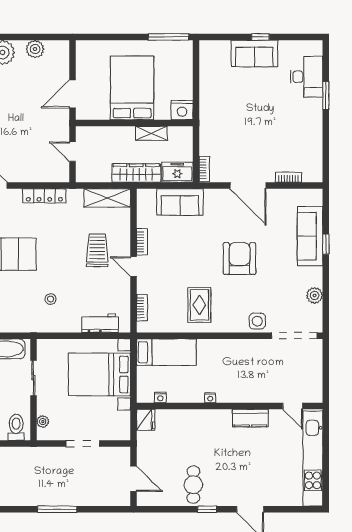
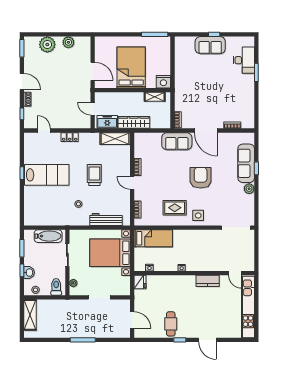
door: (73, 94) -> (93, 71), swing flipped
shelving: (151, 133) -> (155, 97), moved
freezer: (177, 172) -> (107, 122), moved
locker: (44, 196) -> (70, 137), width x0.66
sofa: (180, 202) -> (177, 141), moved
trolley: (97, 250) -> (94, 175), moved
plant: (315, 295) -> (249, 189), moved
rug: (199, 305) -> (175, 208), turned 90
side table: (257, 321) -> (198, 215), moved
workbench: (100, 323) -> (106, 219), width x1.38

